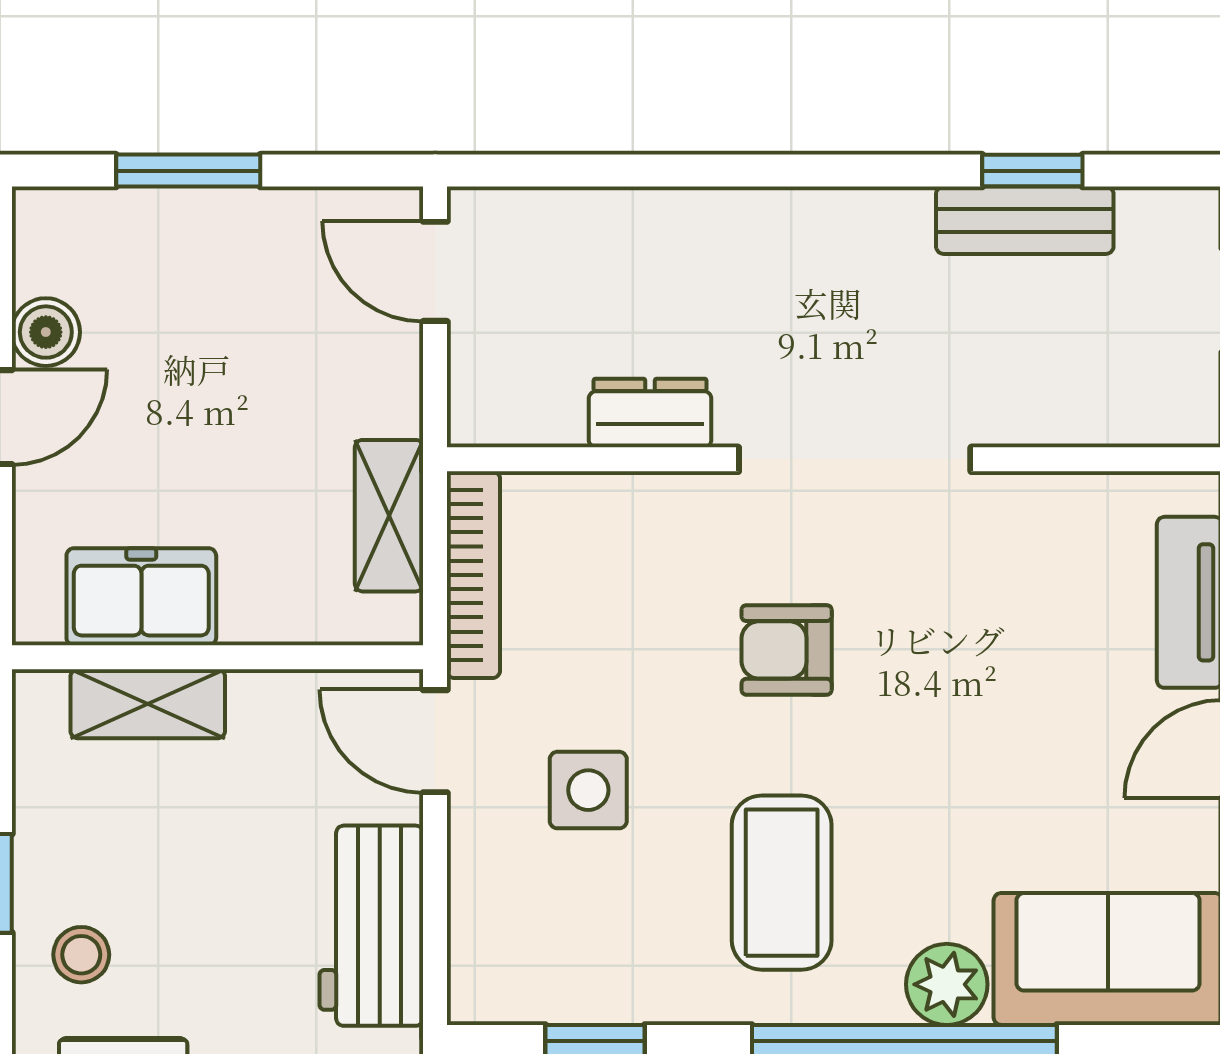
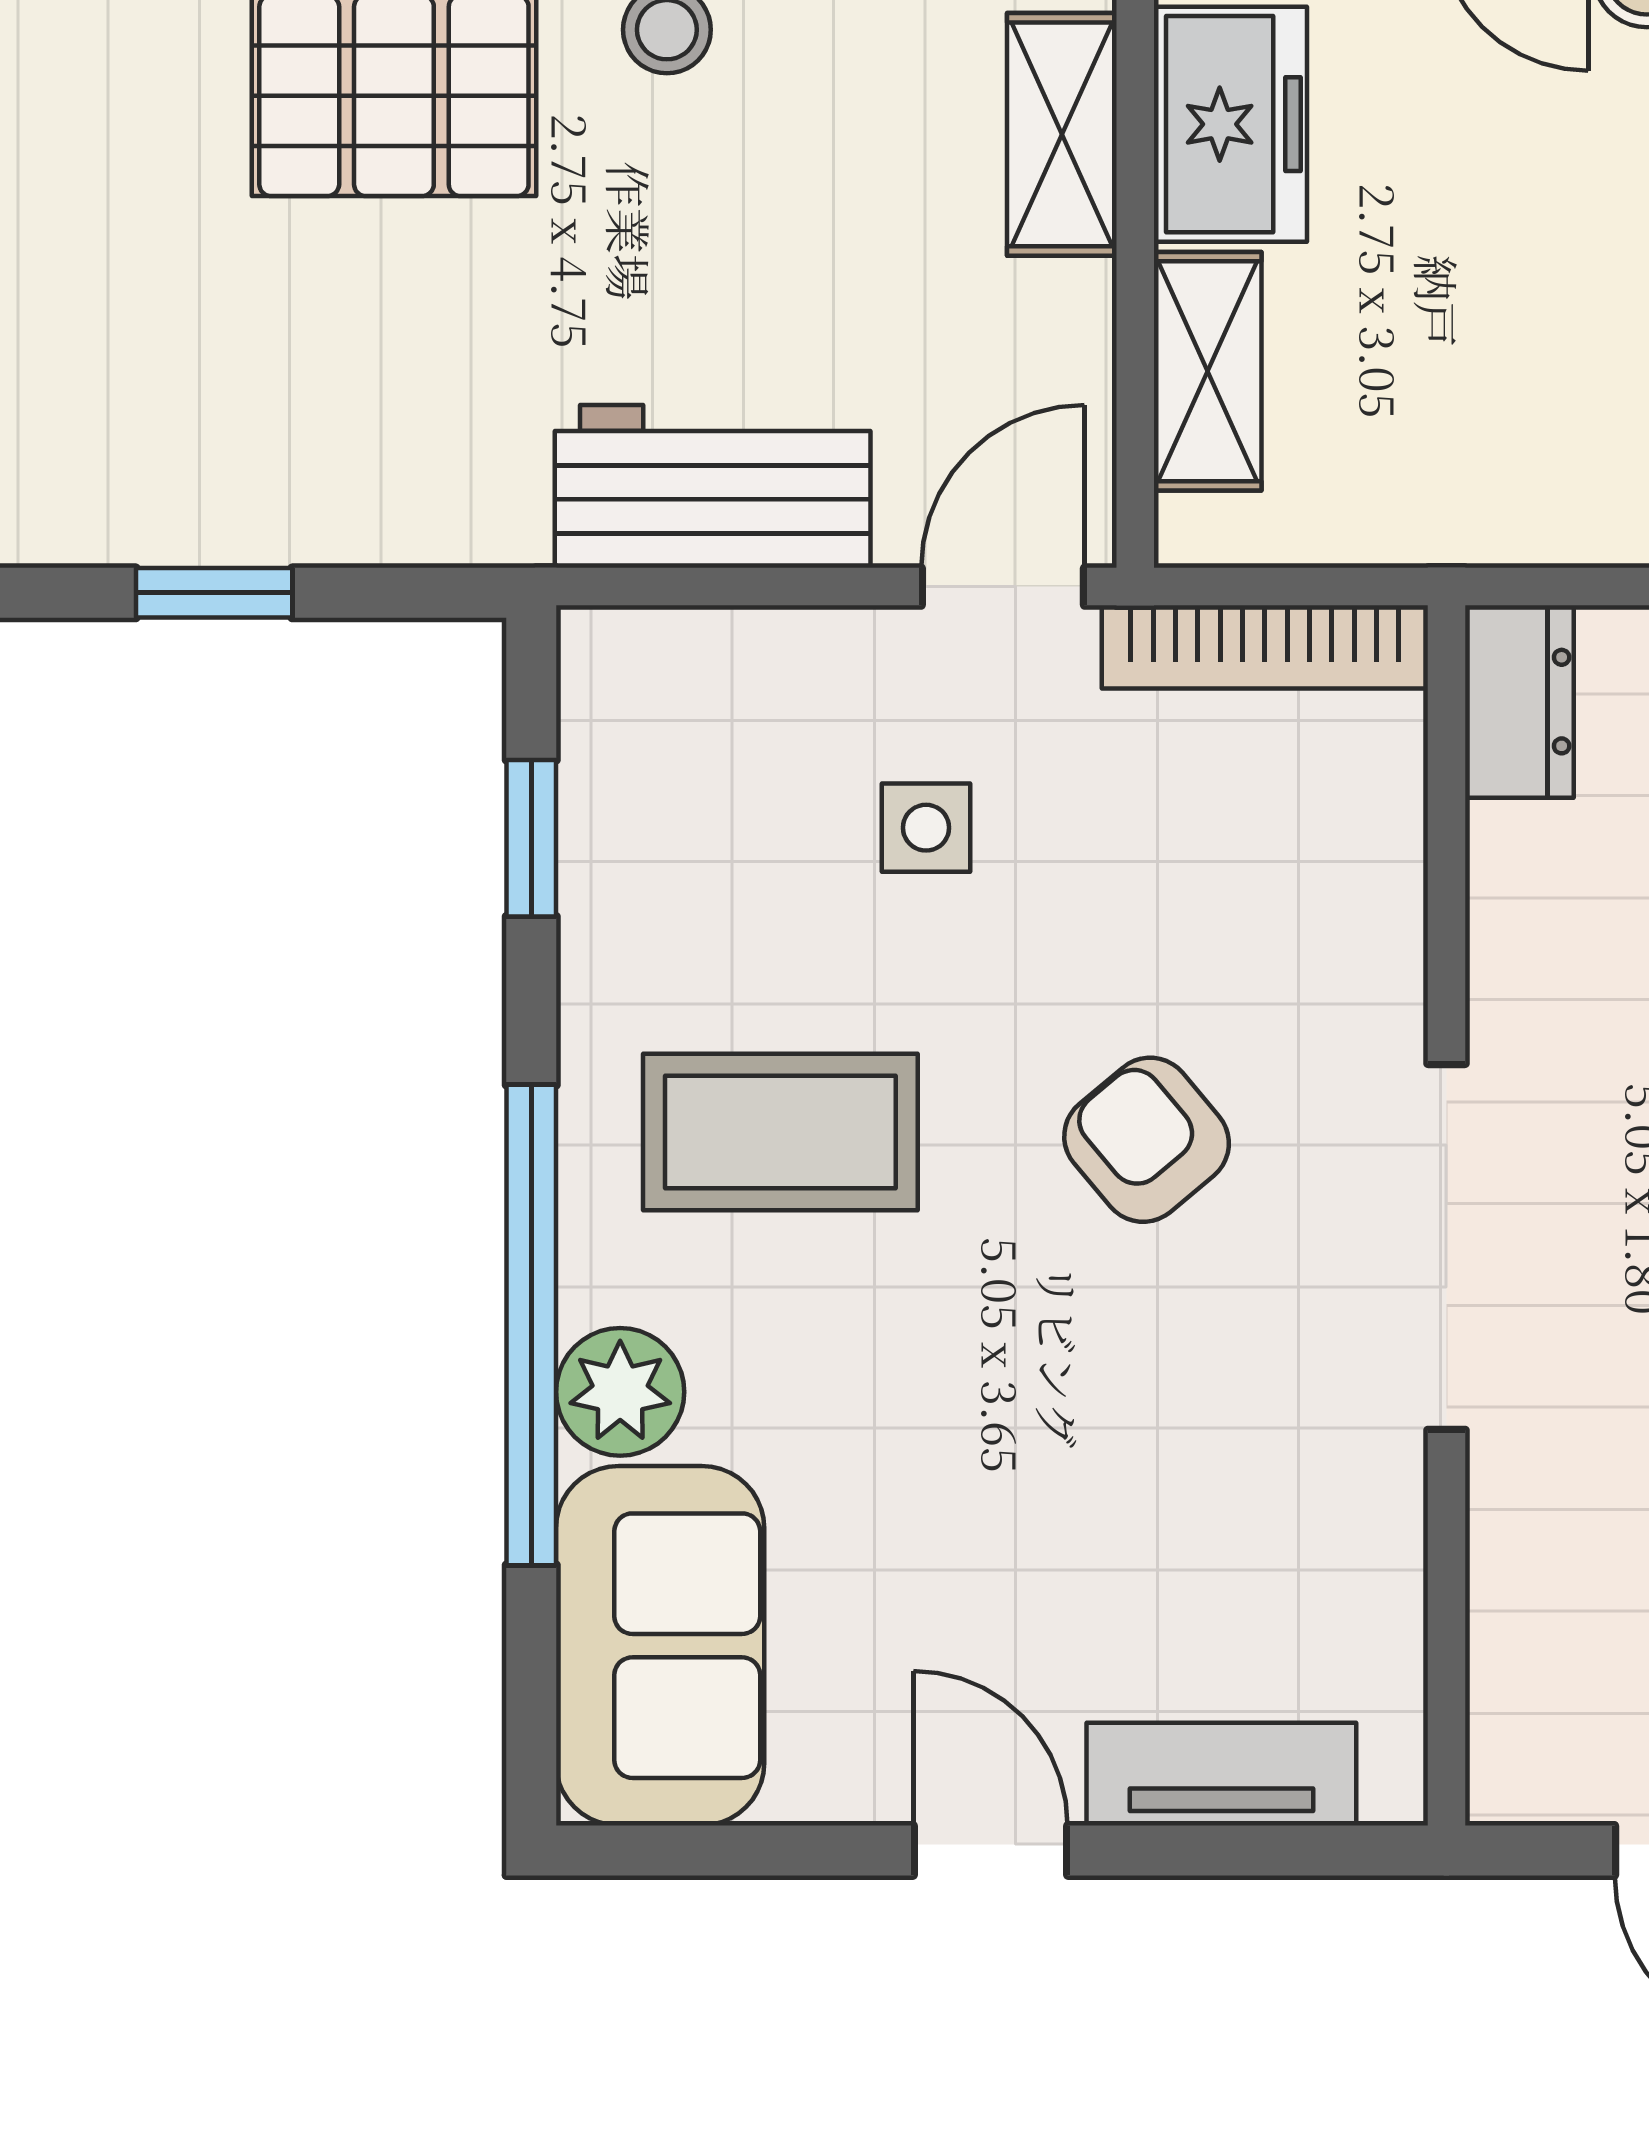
dresser: (650, 413) -> (1519, 702), moved
shelving: (389, 516) -> (1208, 371), moved, turned 90
armchair: (787, 650) -> (1147, 1140), turned -40
side table: (588, 790) -> (926, 828), width x0.73, depth x0.73

